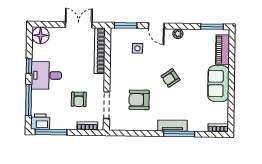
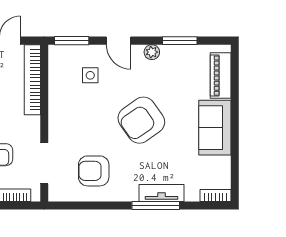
window: (212, 27) -> (180, 41), moved
armchair: (170, 78) -> (141, 120), width x1.88, depth x1.88
armchair: (139, 100) -> (94, 171), moved
tv unit: (173, 126) -> (161, 193), moved

